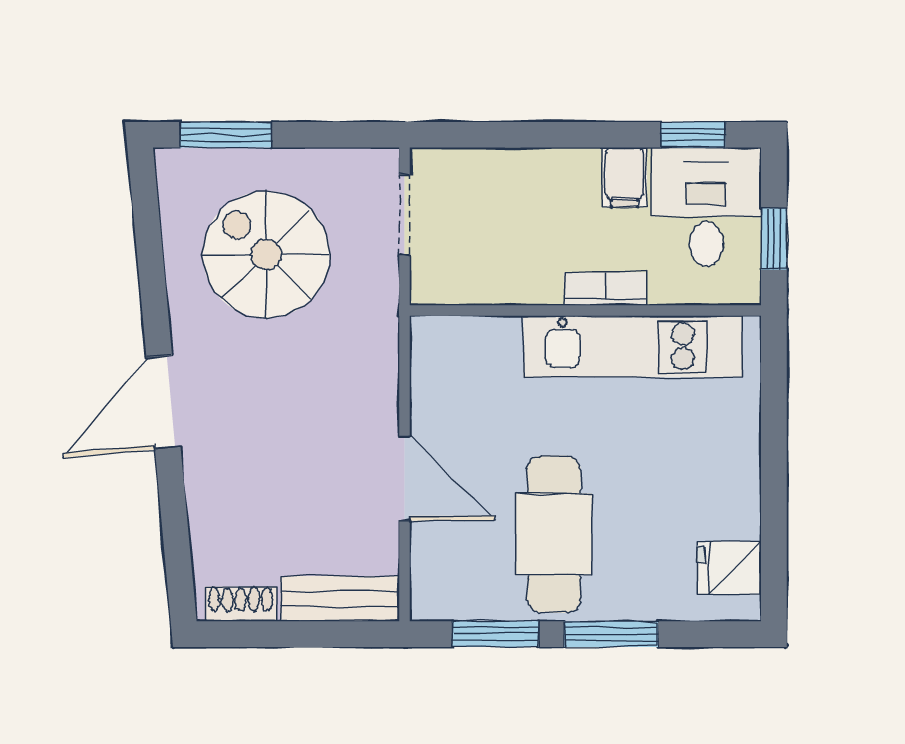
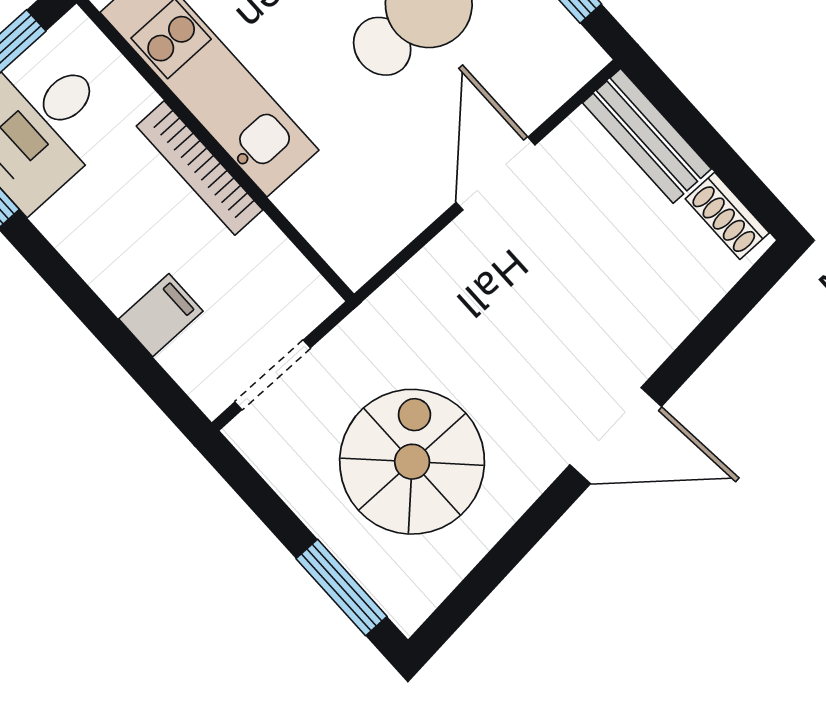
filing cabinet: (625, 177) -> (161, 315), moved
spiral stairs: (266, 255) -> (412, 462), turned 180
bookcase: (605, 289) -> (200, 168), width x1.56

